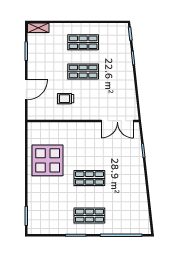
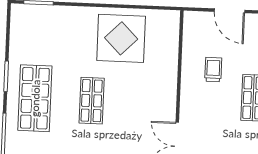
shop shelf: (89, 216) -> (35, 98), width x1.43, depth x1.36

